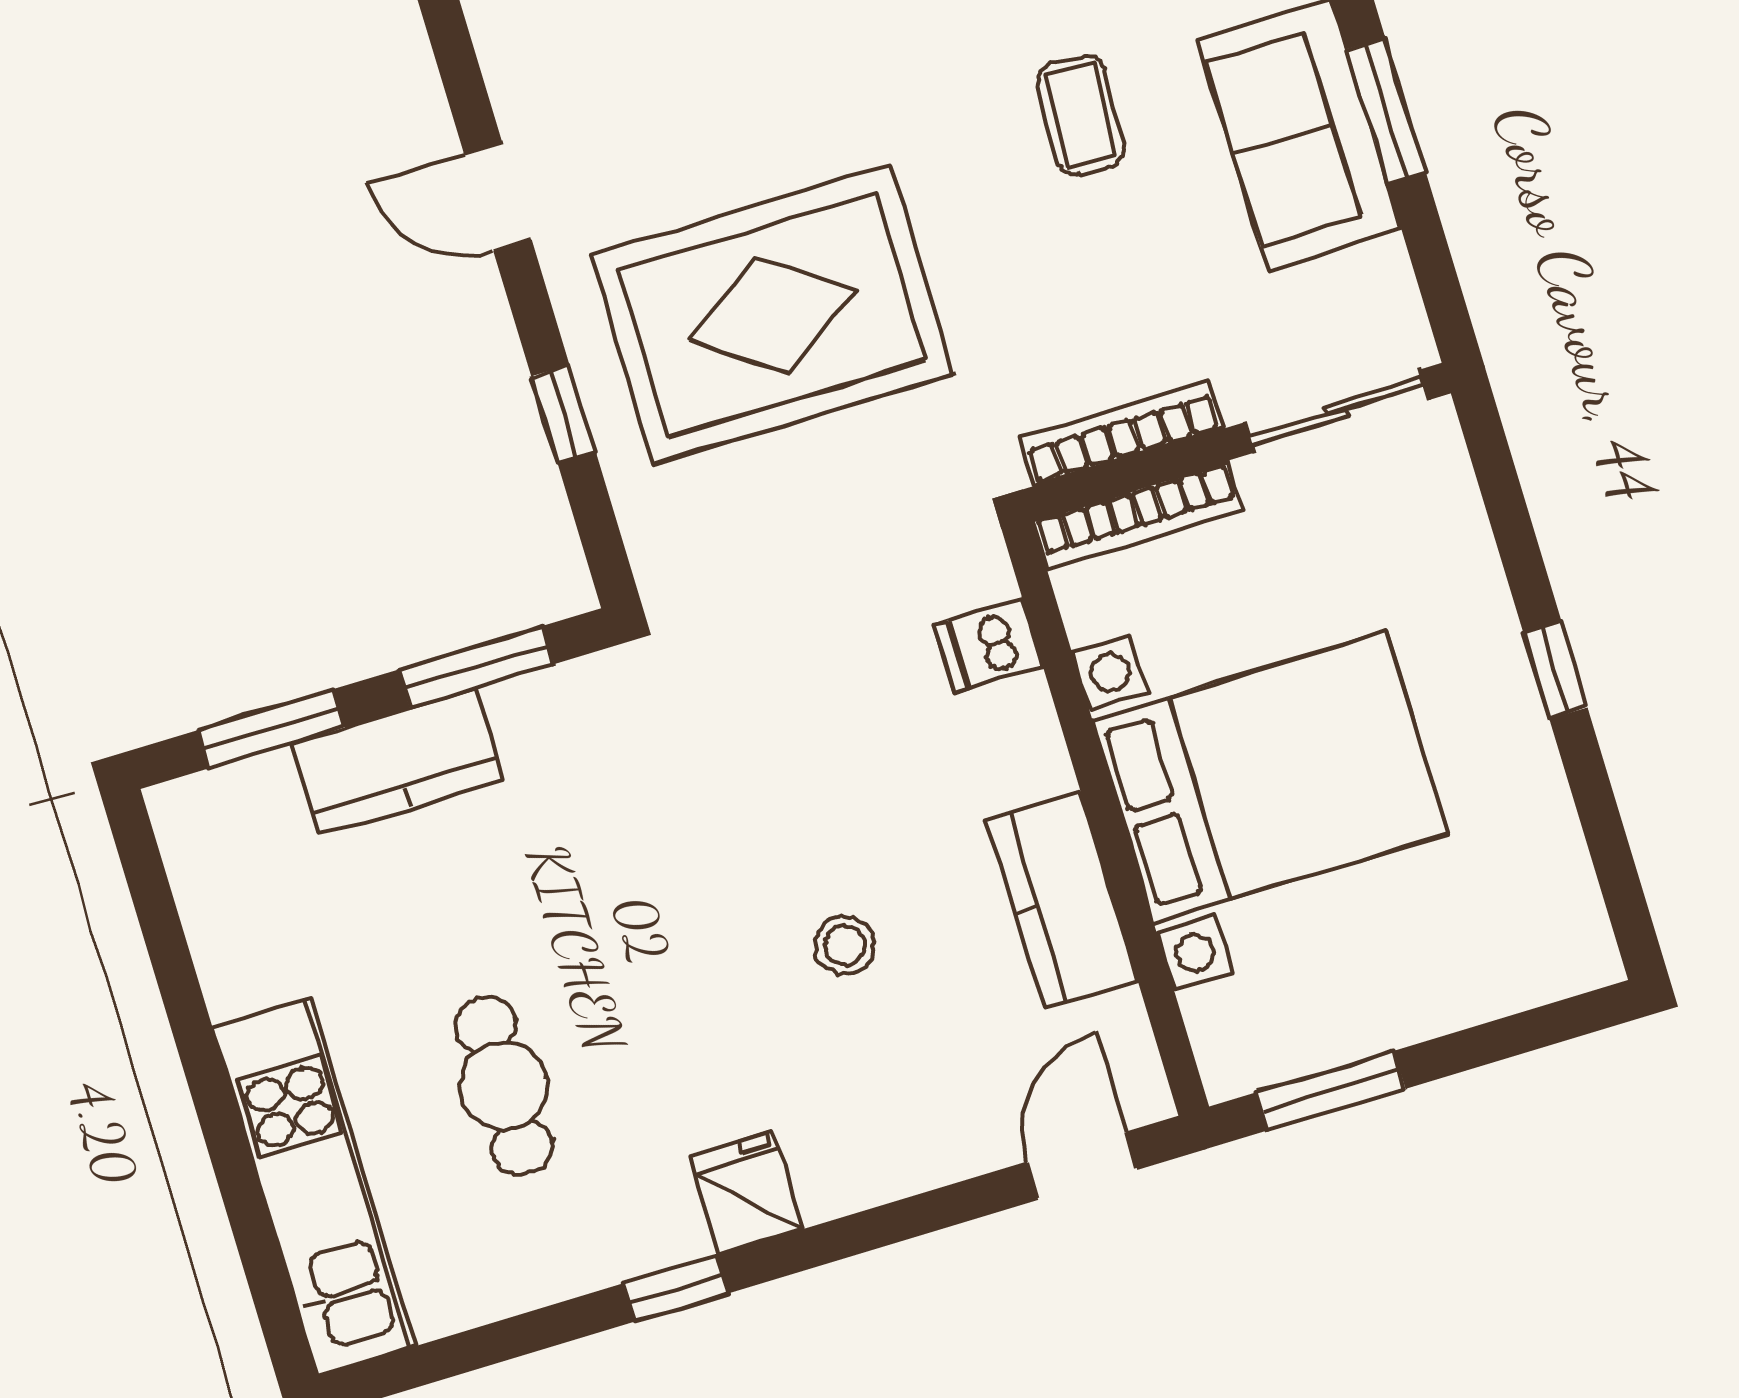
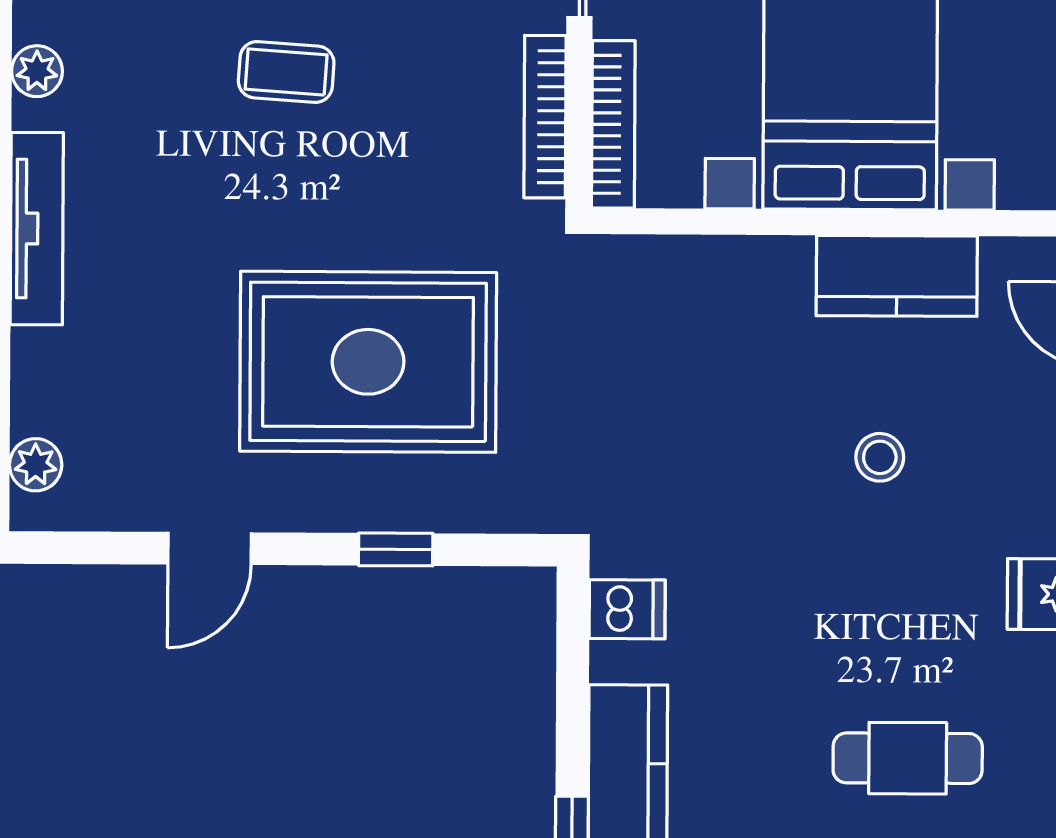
rug: (772, 315) -> (368, 362), turned 90
dishwasher: (988, 646) -> (627, 609), moved, turned -90
window: (476, 667) -> (573, 679), removed

